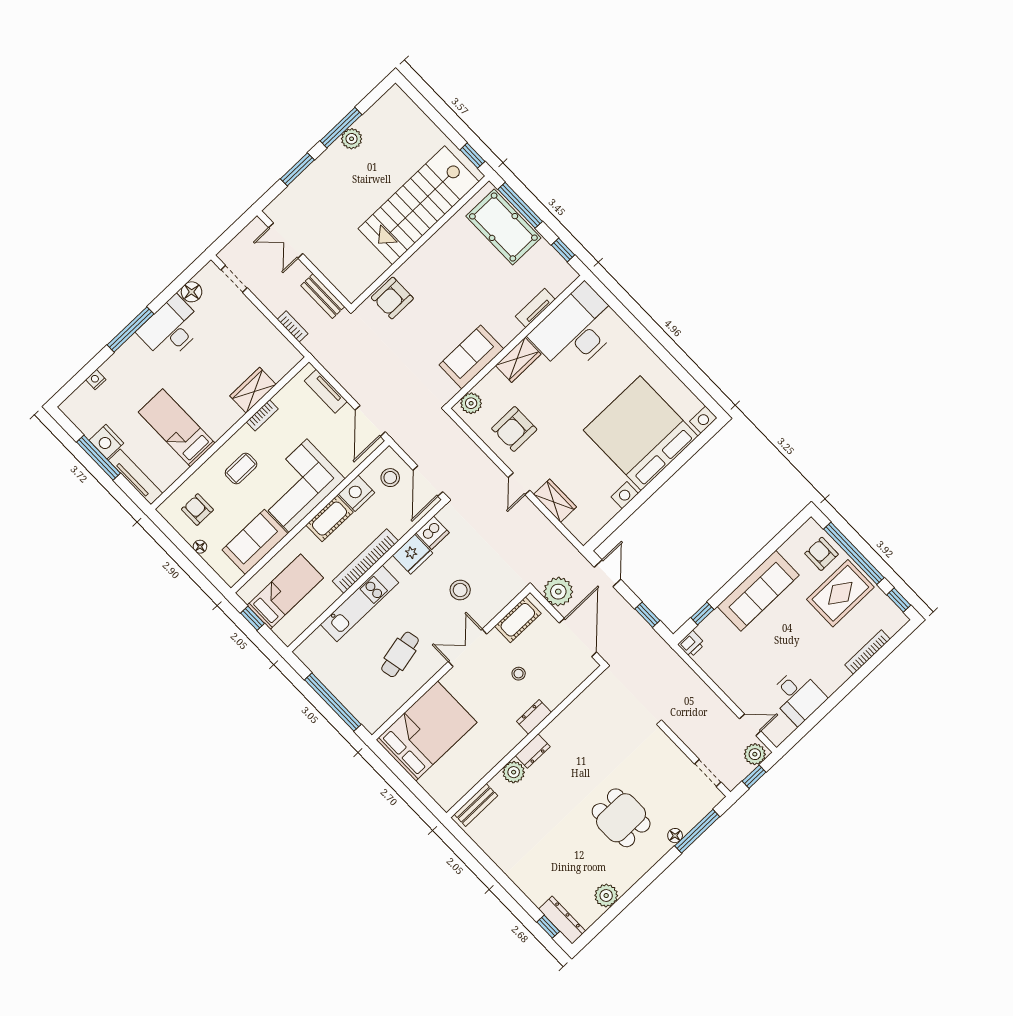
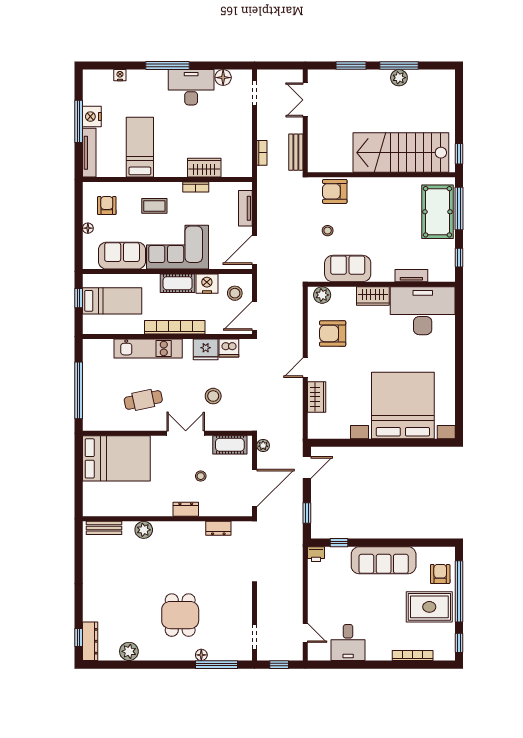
stool: (420, 340) -> (328, 231), added
plant: (558, 592) -> (263, 446), width x0.53, depth x0.53
dresser: (533, 751) -> (218, 528), moved
plant: (755, 754) -> (292, 652), removed

